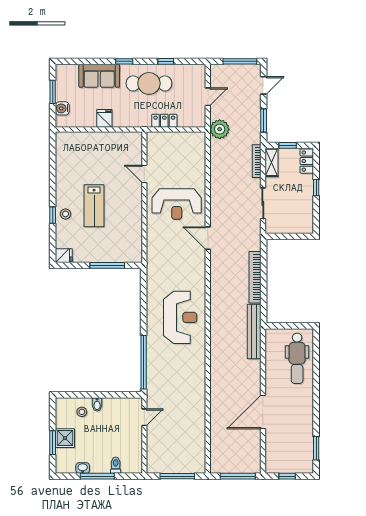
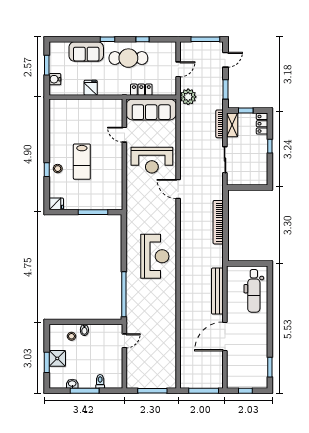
sofa: (176, 144) -> (151, 109), added
bench: (254, 331) -> (217, 291), moved

